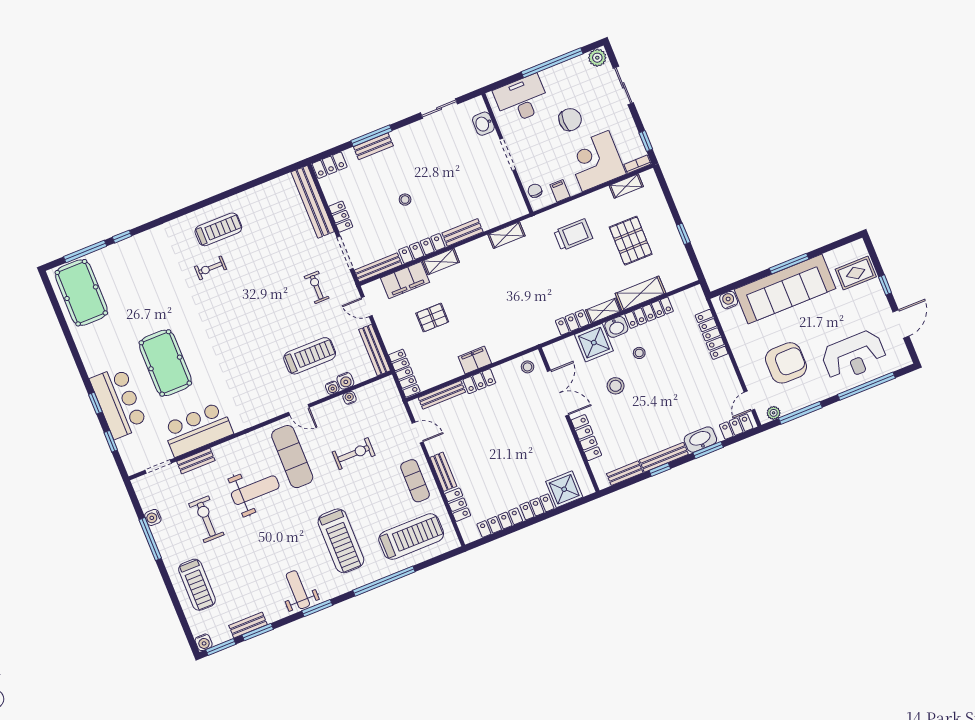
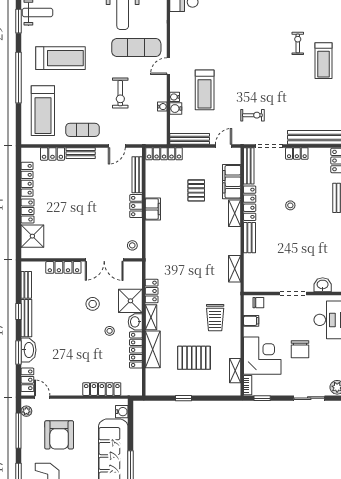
treadmill: (341, 541) -> (60, 58), turned 180

